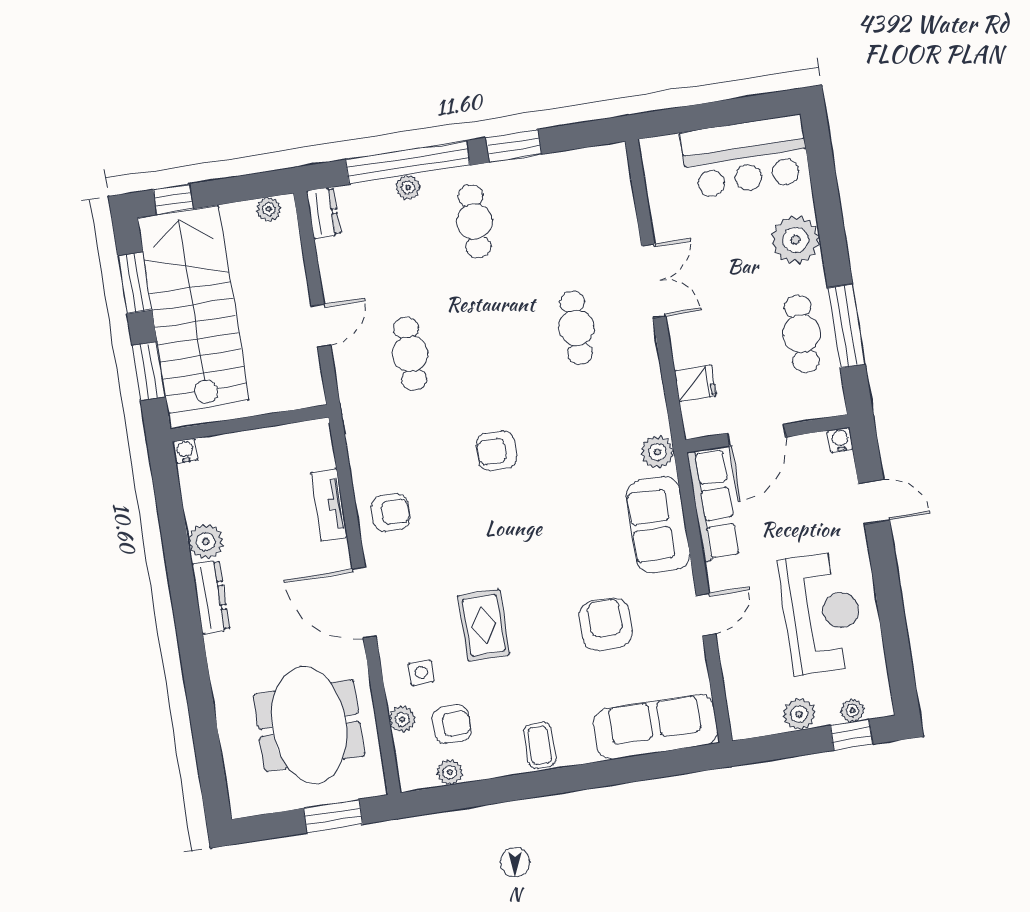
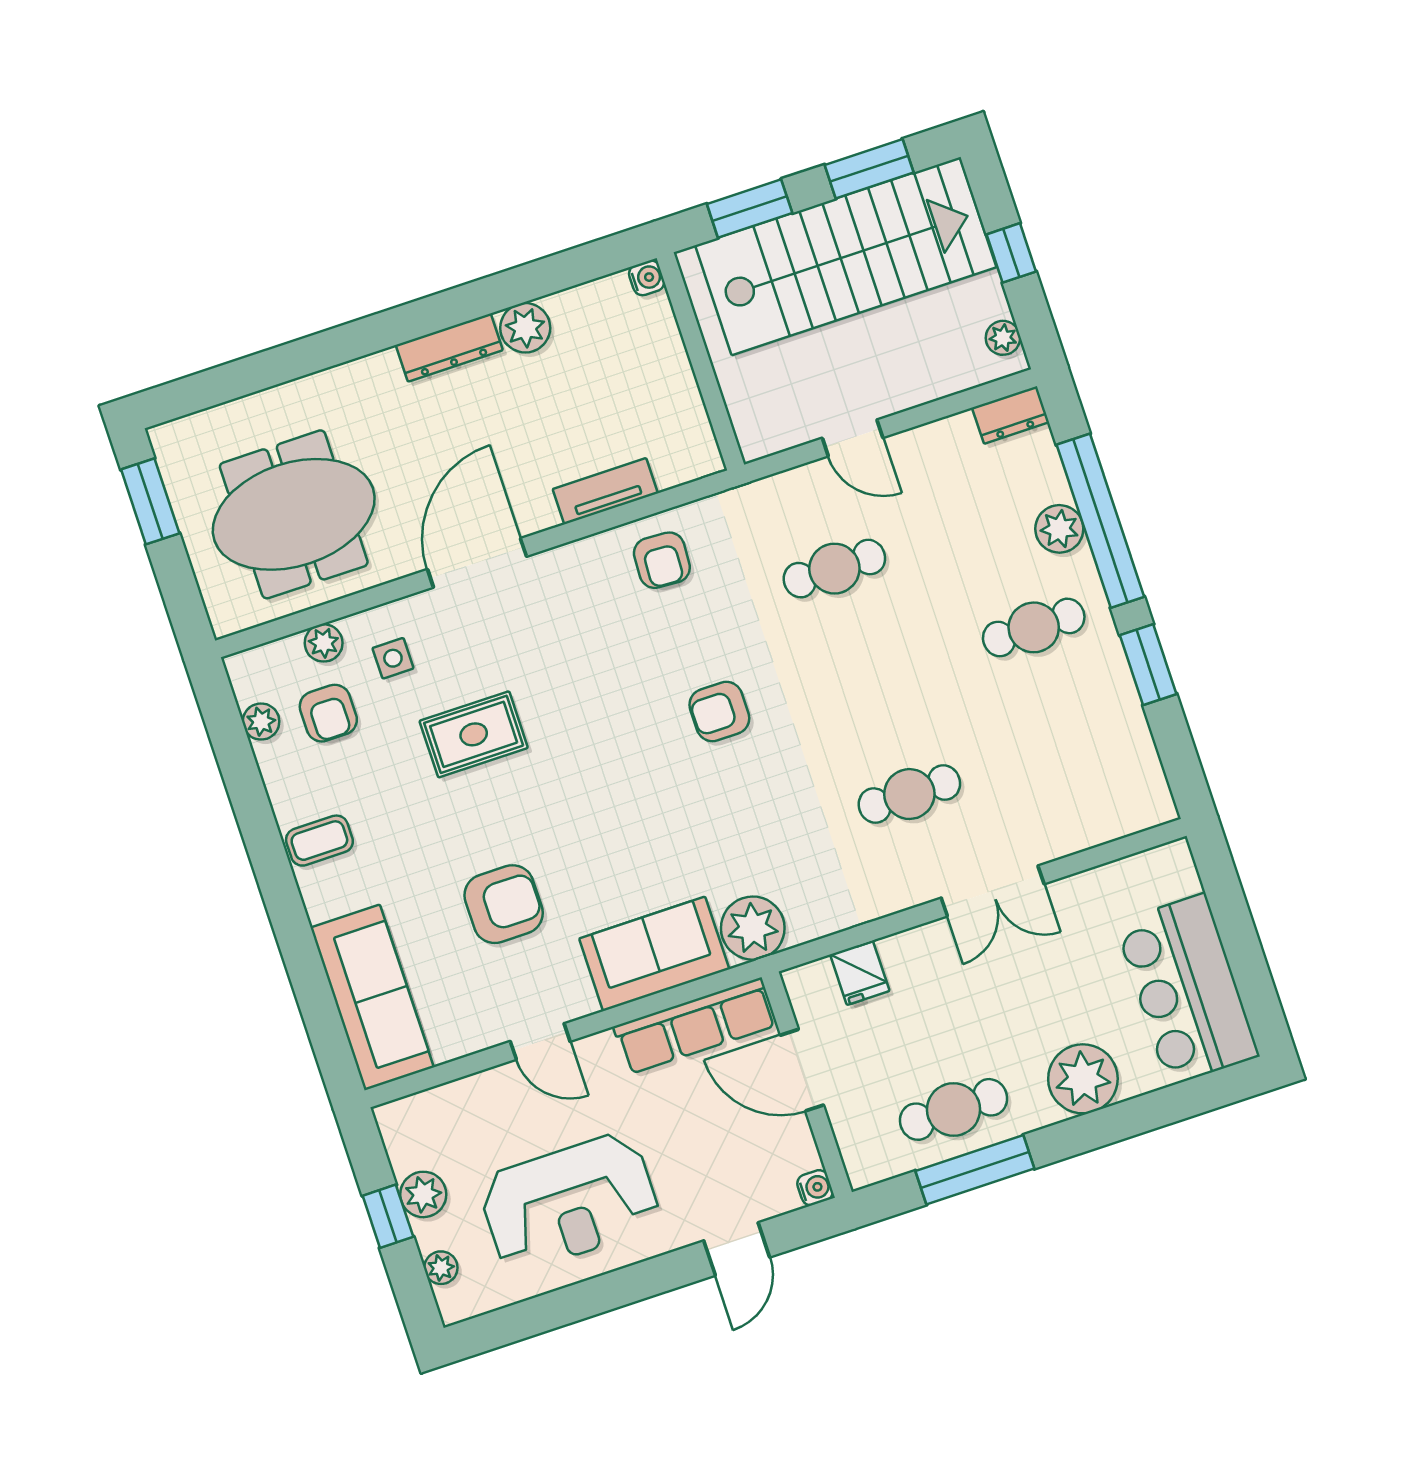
plant: (408, 187) -> (1059, 529), width x1.38, depth x1.38
window: (173, 199) -> (1011, 253), moved
armchair: (496, 451) -> (719, 712), turned -90
plant: (658, 452) -> (753, 928), width x1.36, depth x1.36
armchair: (391, 512) -> (662, 560), moved
window: (851, 735) -> (388, 1216), moved
window: (333, 816) -> (150, 501), moved

